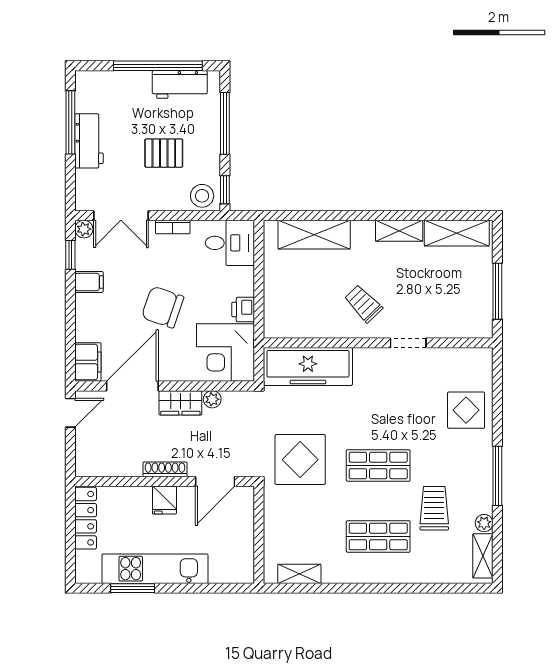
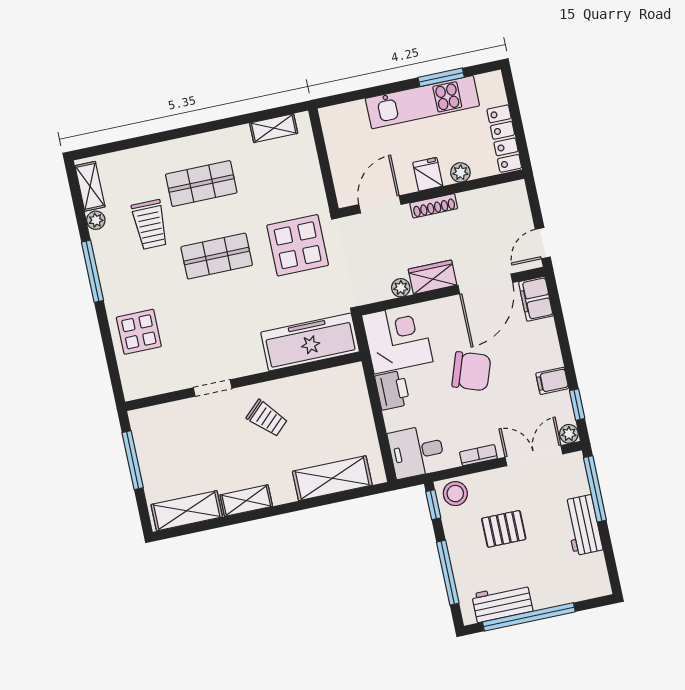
window: (70, 122) -> (595, 489), moved
printer: (243, 310) -> (392, 390), width x1.36, depth x1.24
plant: (133, 495) -> (460, 172), added

